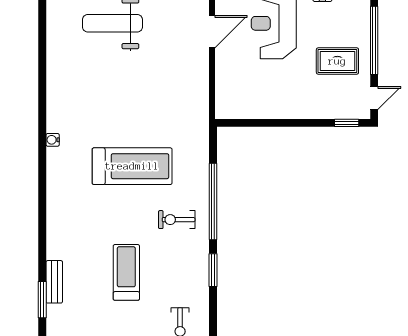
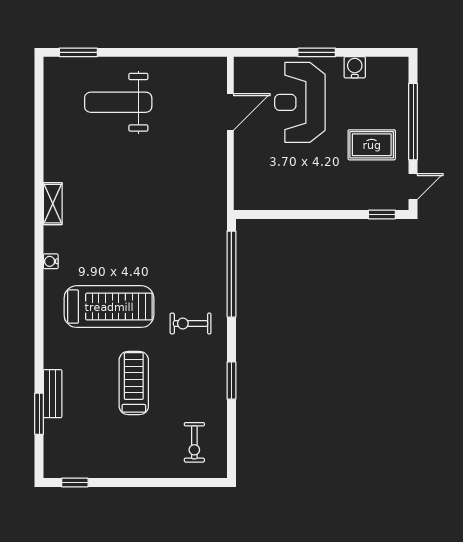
shelving: (54, 113) -> (53, 204), added
water cooler: (53, 140) -> (51, 261), moved
treadmill: (132, 166) -> (109, 307), moved
window: (213, 201) -> (231, 274), moved

